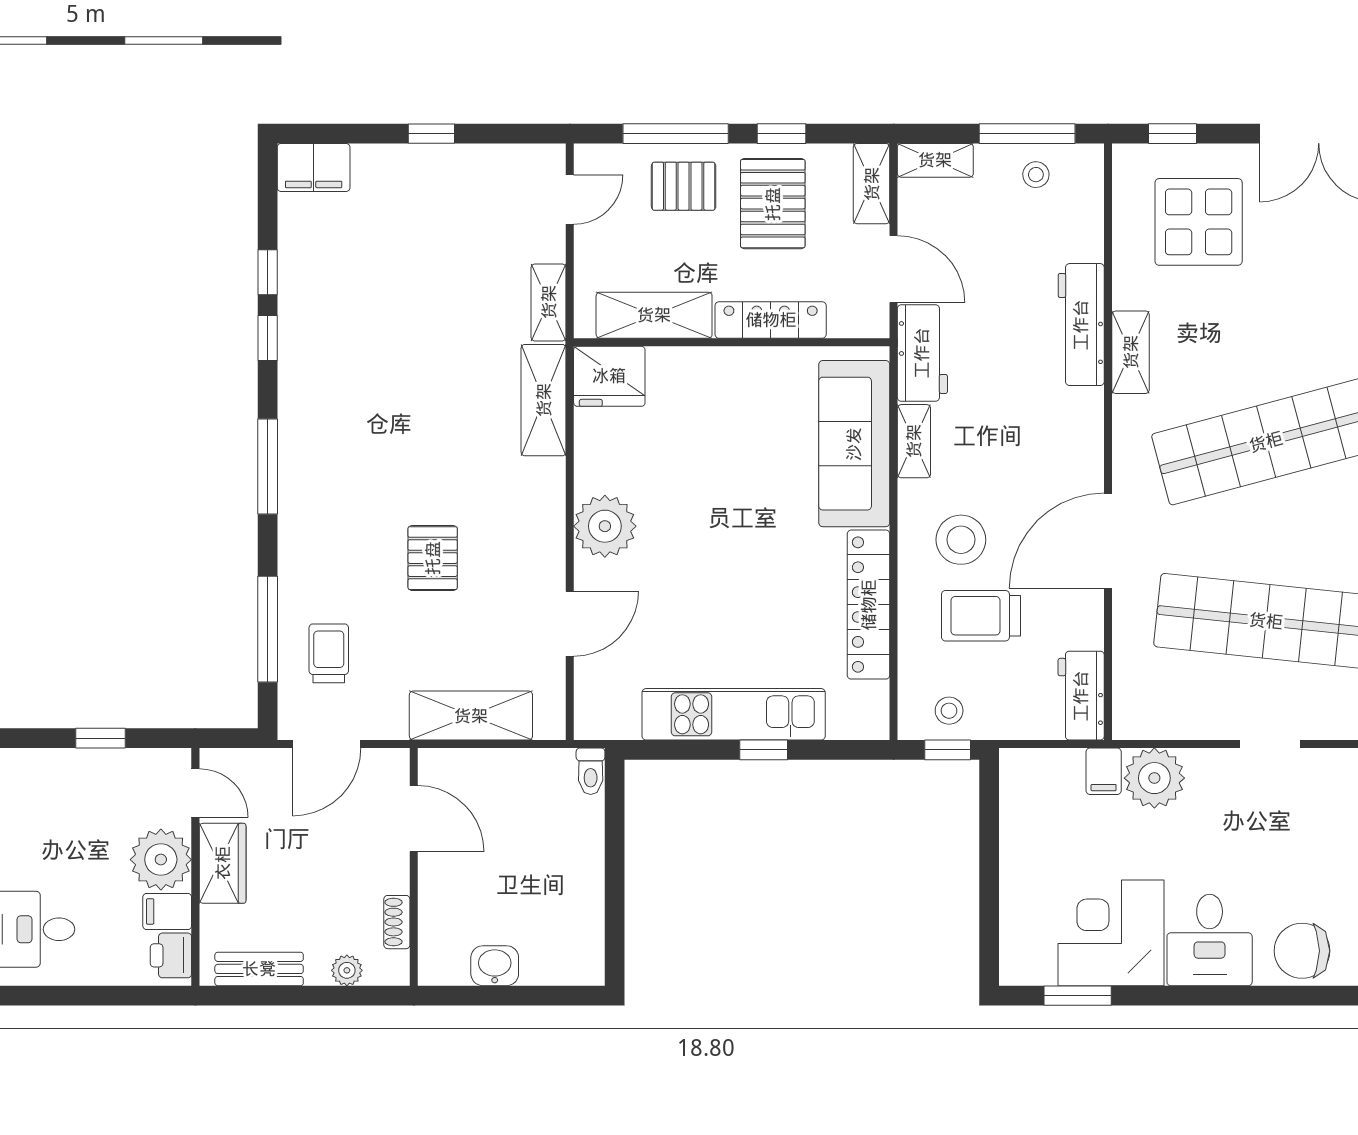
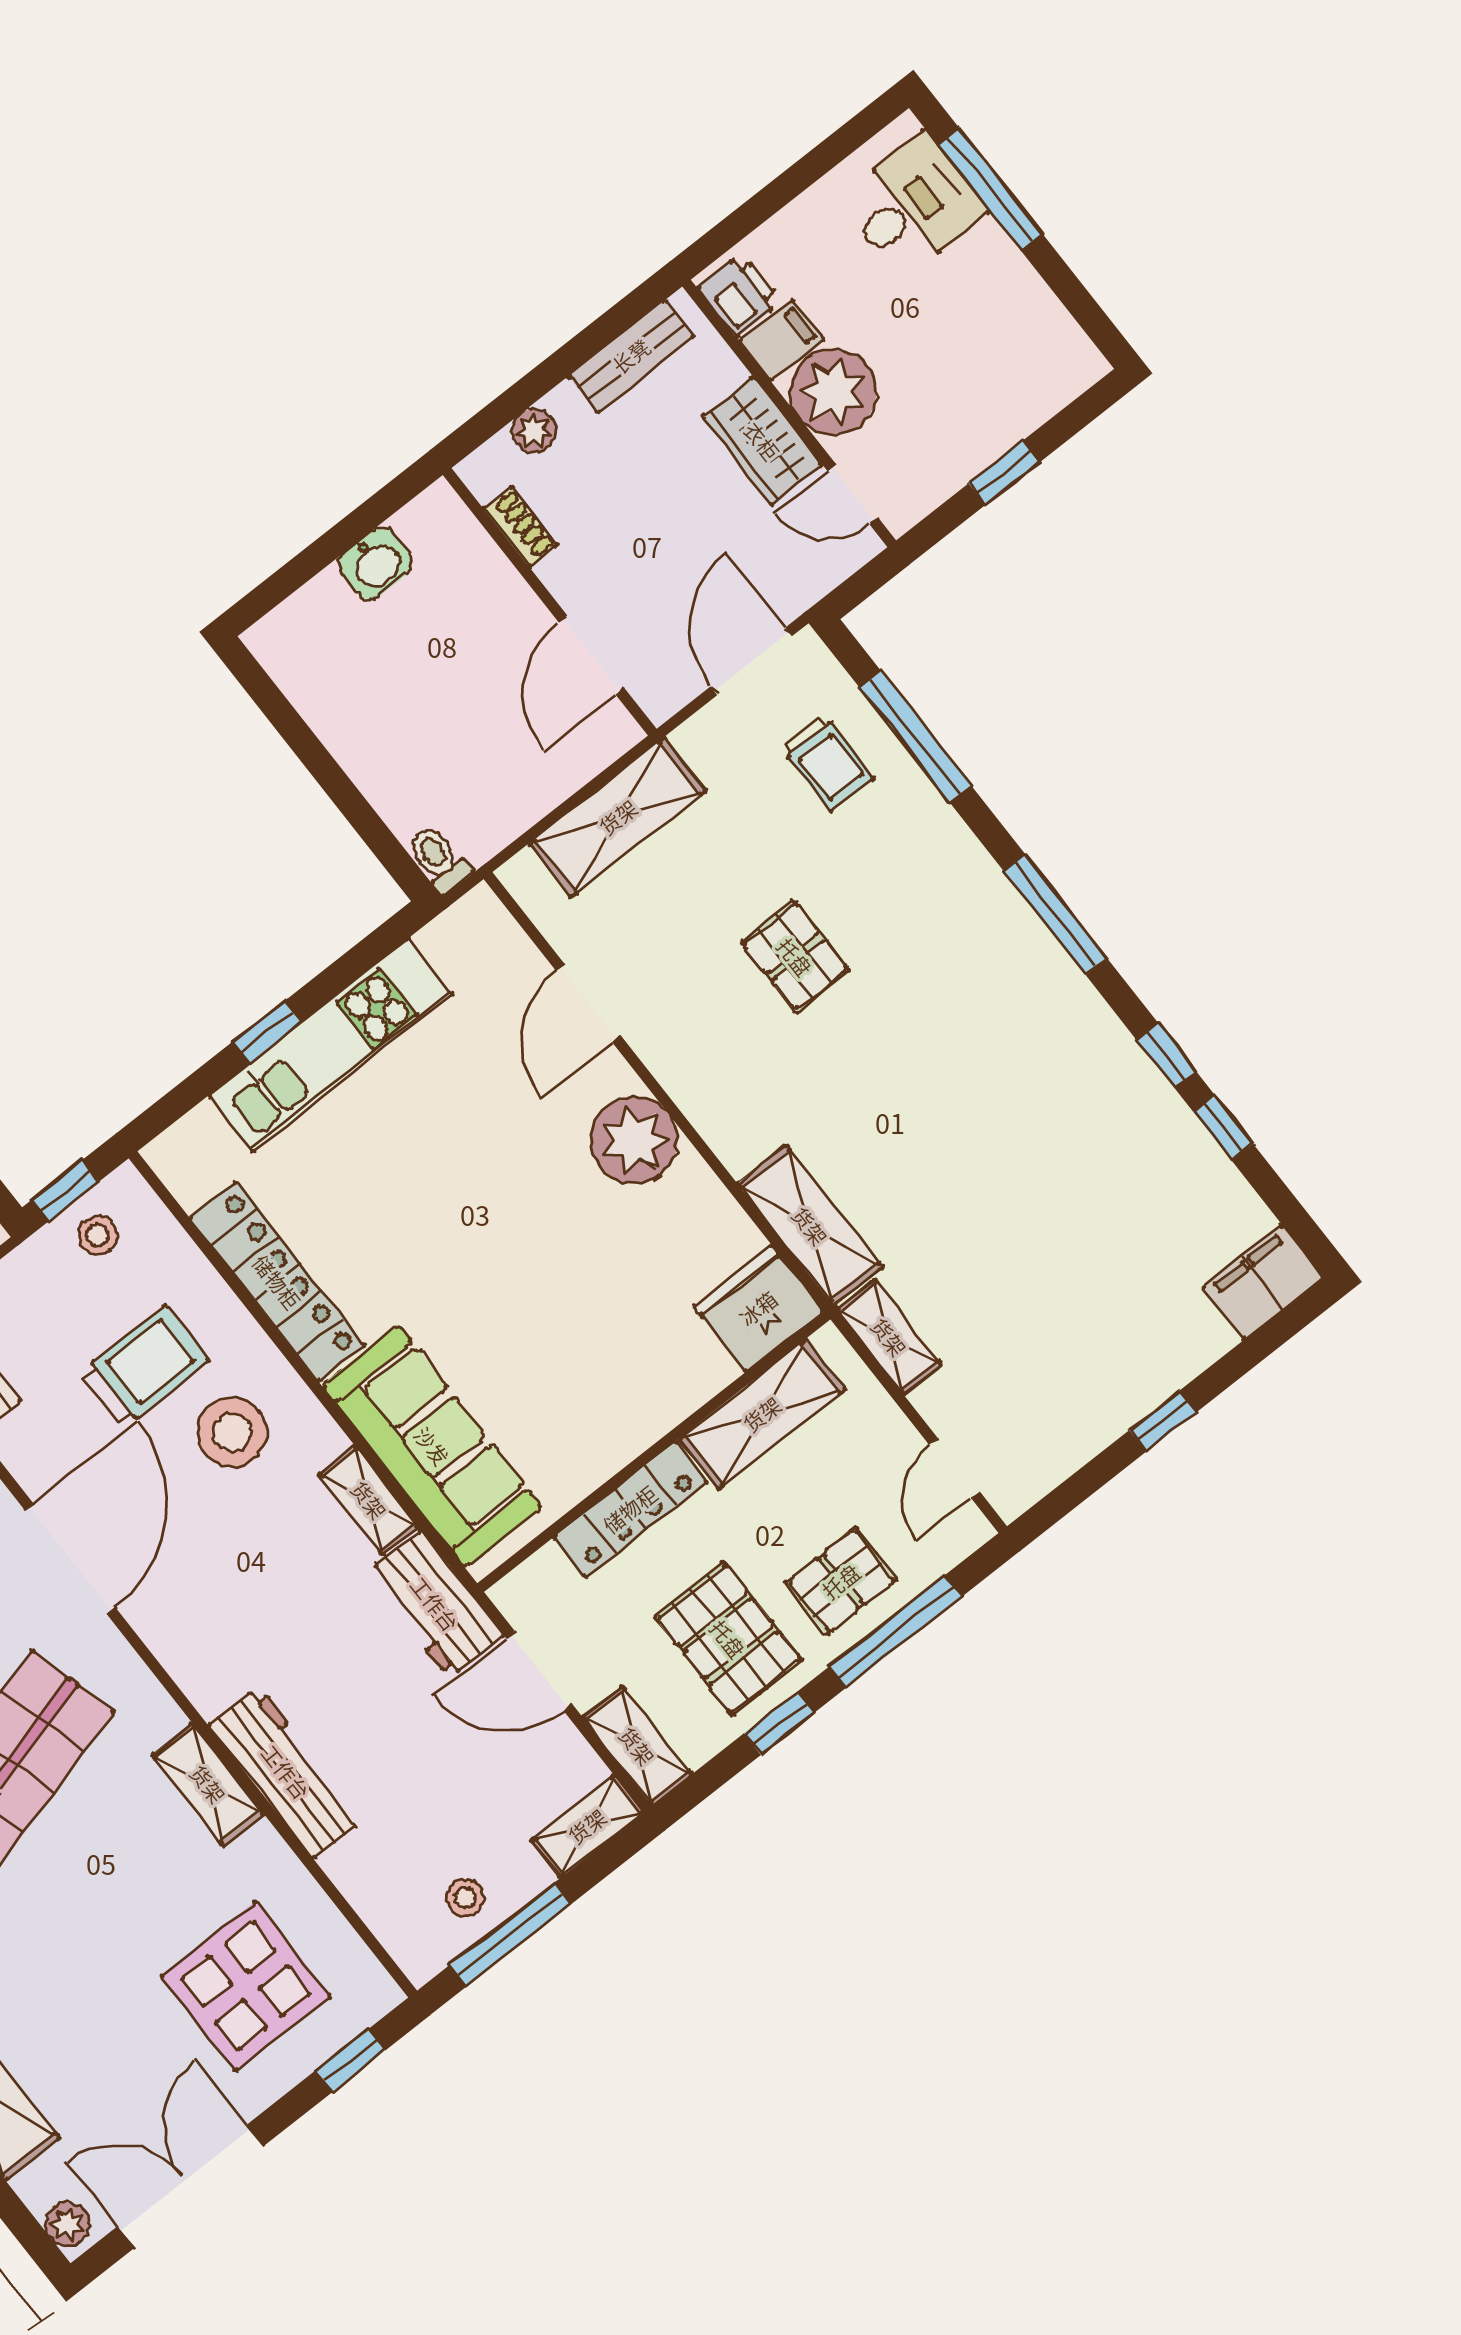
door: (414, 818) -> (591, 655), hinge flipped

